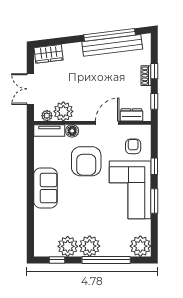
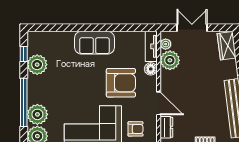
armchair: (86, 161) -> (121, 83), turned 180
plant: (90, 246) -> (37, 114), moved

